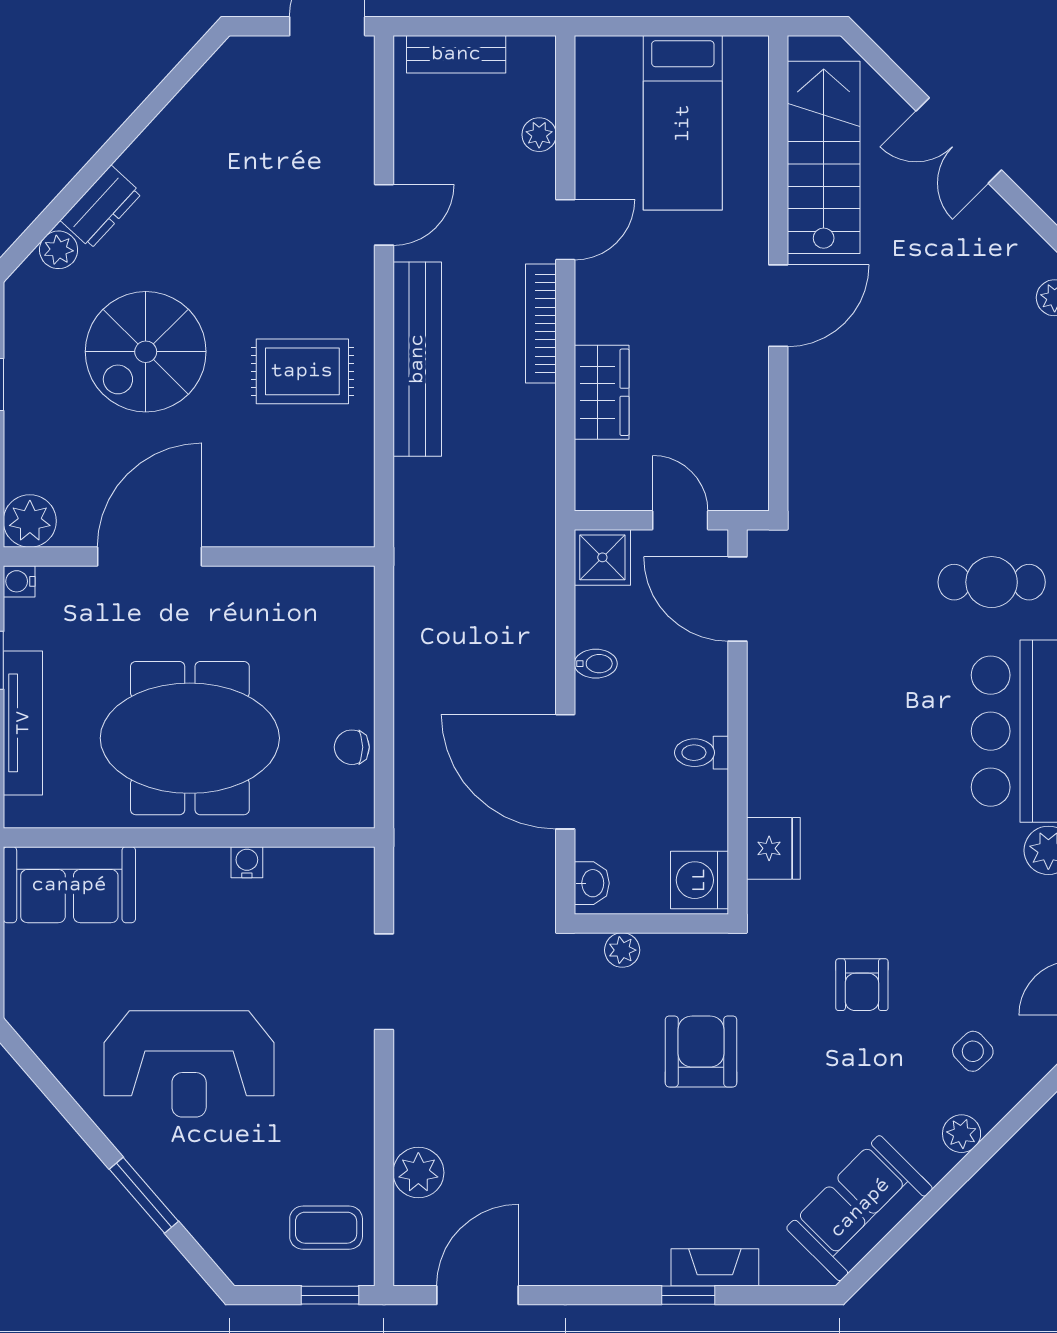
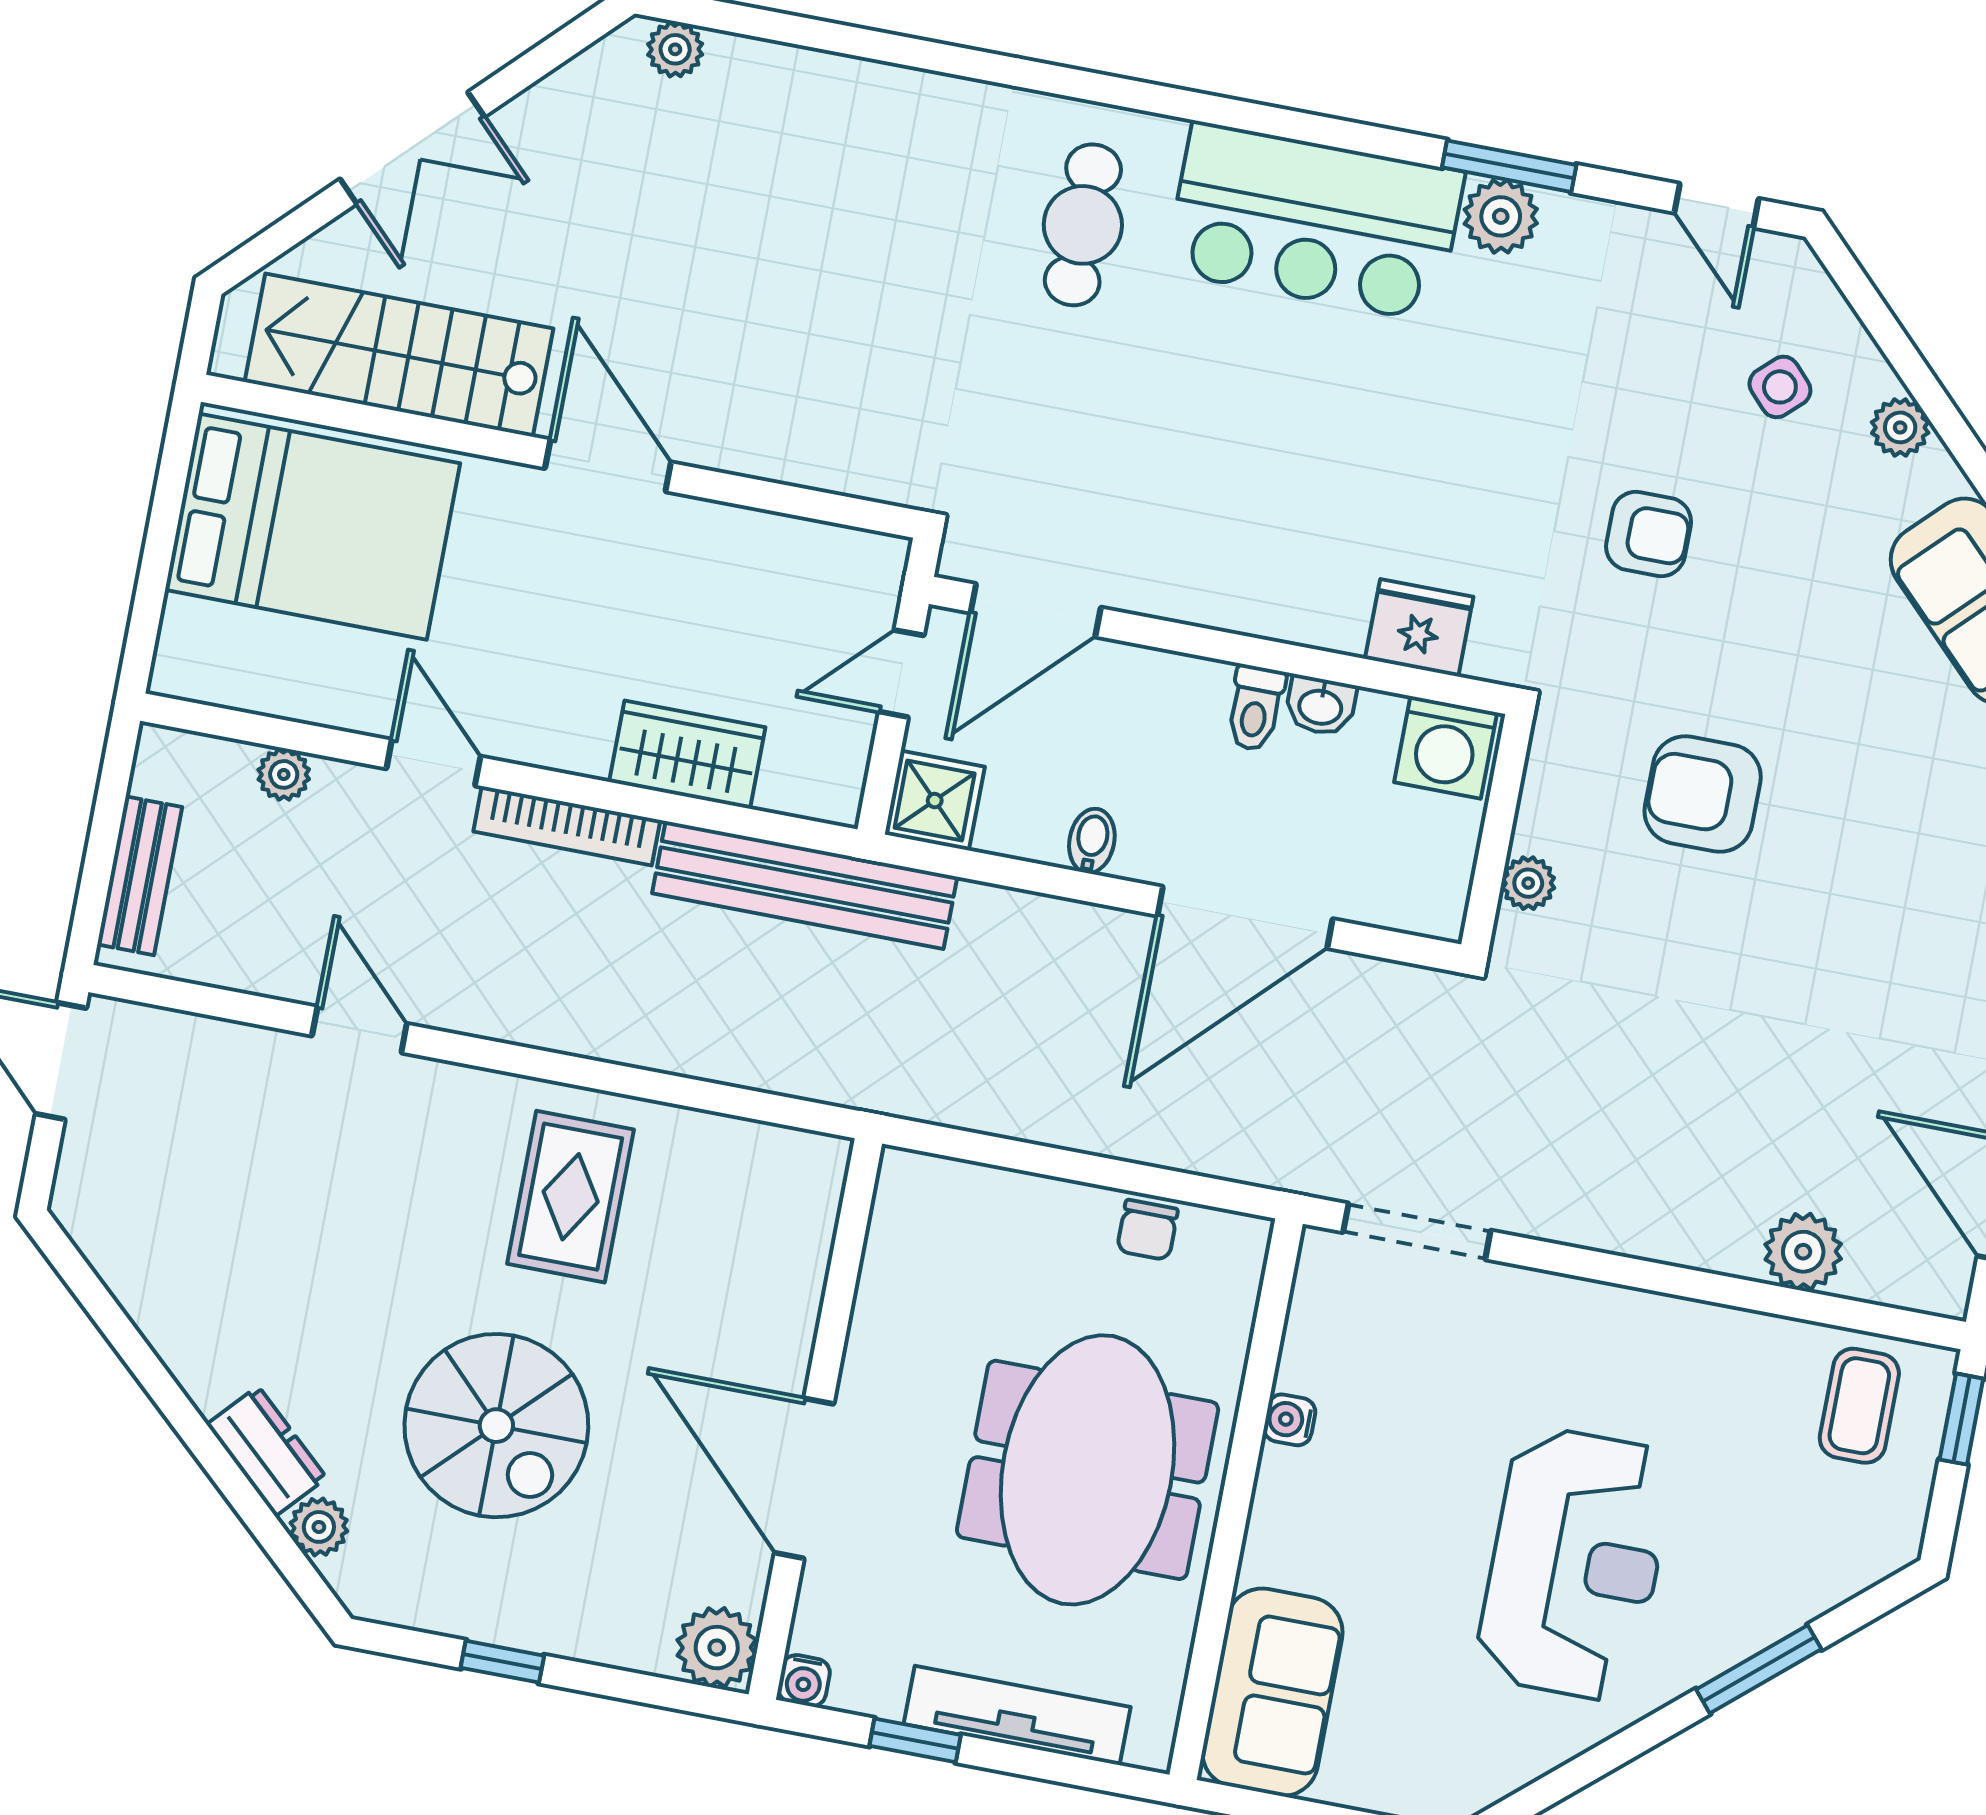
bed: (683, 123) -> (313, 527), width x1.50
bench: (417, 359) -> (805, 885), moved
washbasin: (592, 883) -> (1321, 706), moved, turned 180
doorway: (384, 982) -> (1417, 1231), moved

